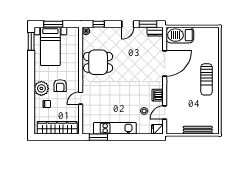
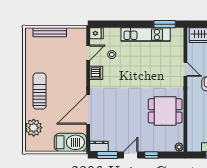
window: (99, 24) -> (151, 155), moved
plant: (212, 48) -> (34, 128), added
door: (81, 98) -> (185, 69), hinge flipped

